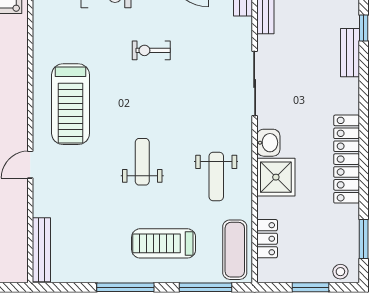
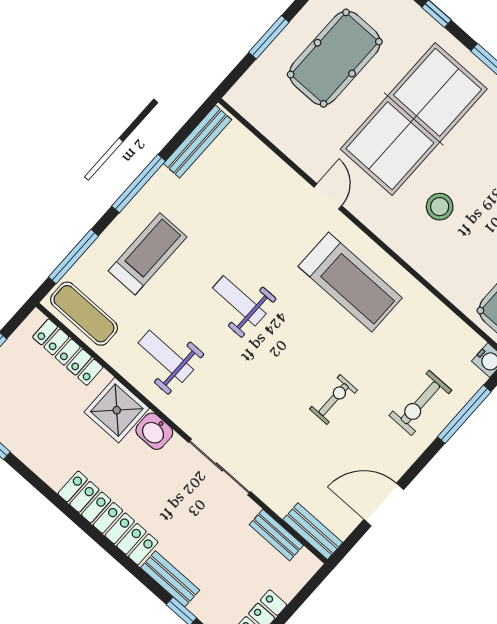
treadmill: (71, 104) -> (350, 282), turned 180
locker: (347, 159) -> (108, 518), moved
weight bench: (142, 162) -> (239, 301), turned 180
locker: (267, 239) -> (68, 352), width x1.53
bench: (41, 250) -> (198, 142), moved, turned 90

